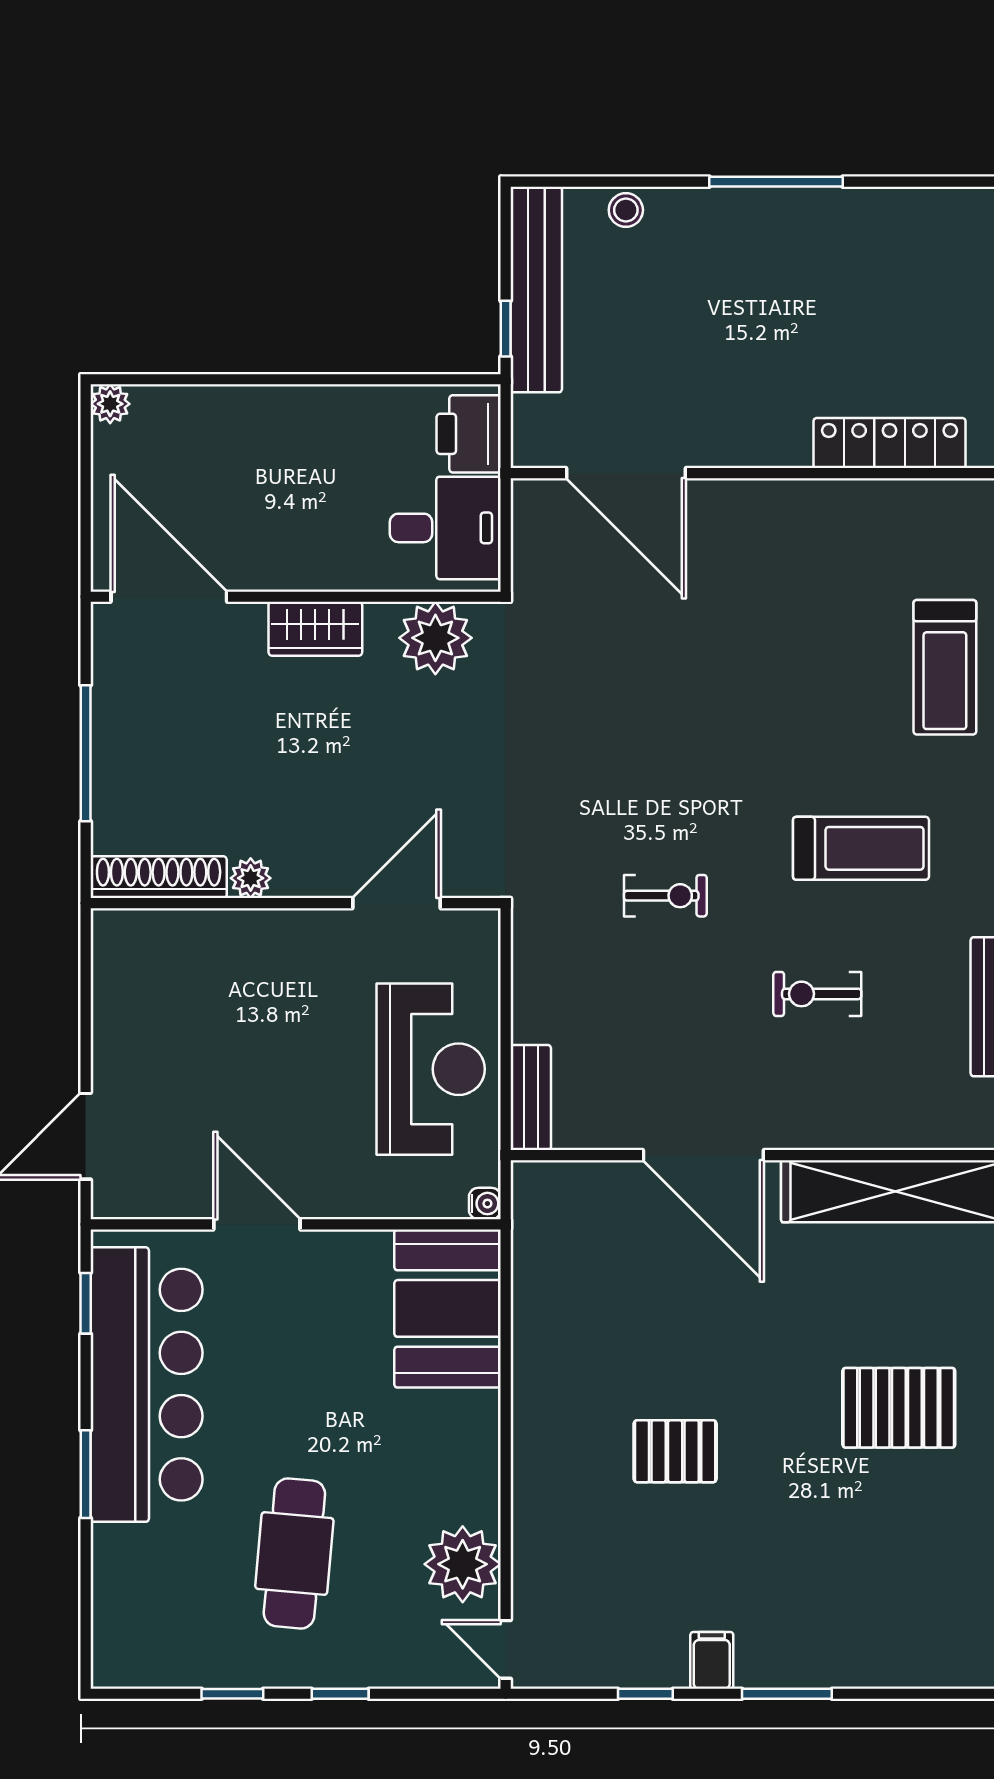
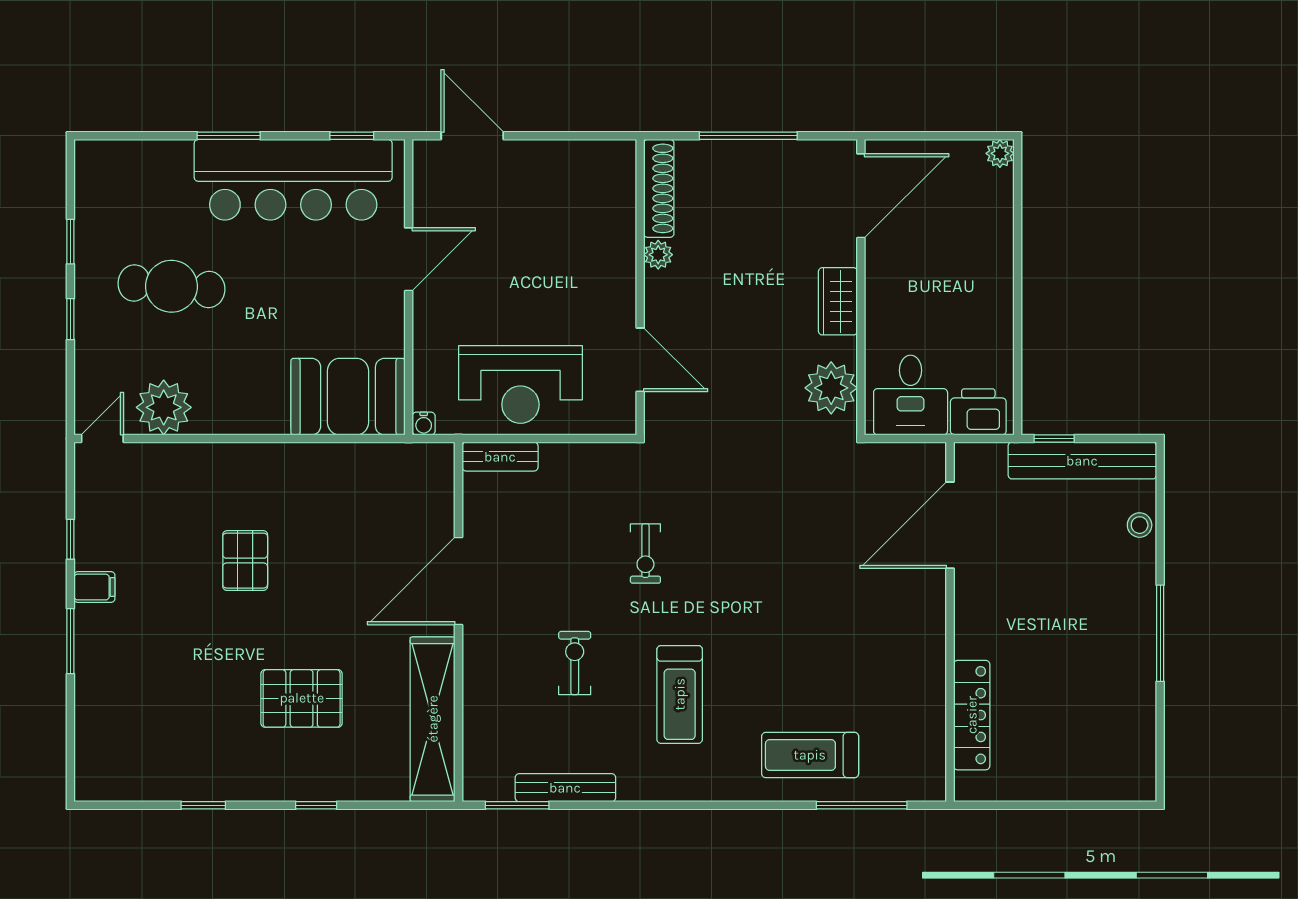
pallet: (899, 1408) -> (302, 698), moved, turned 90

